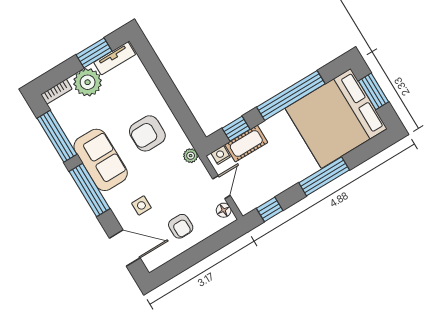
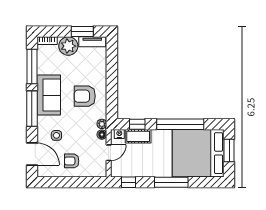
floor lamp: (224, 210) -> (102, 135), moved
armchair: (181, 226) -> (72, 161), turned 90

